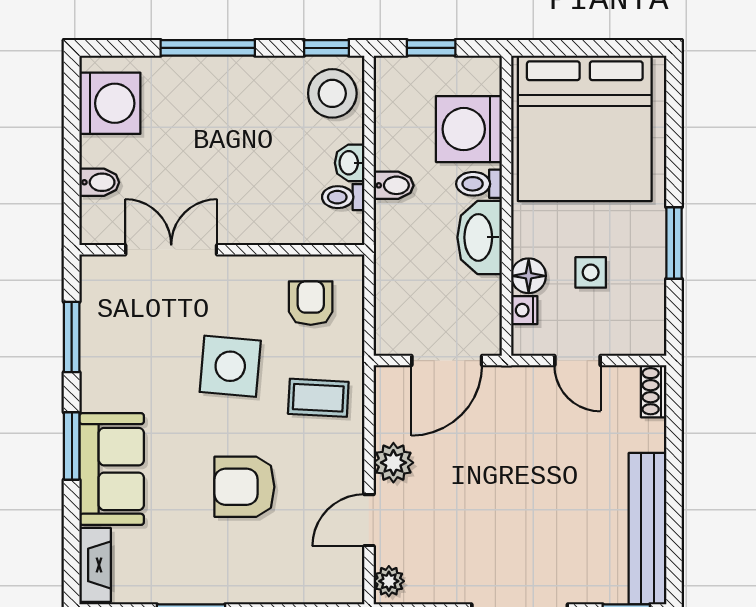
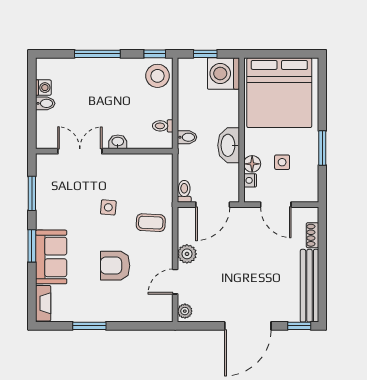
washing machine: (110, 103) -> (43, 88), width x0.53, depth x0.53
washing machine: (469, 129) -> (223, 73), moved
washbasin: (350, 163) -> (118, 142), moved, turned 90
bidet: (99, 182) -> (45, 103), moved
toilet: (479, 184) -> (184, 191), moved, turned 90
bidet: (394, 185) -> (187, 137), moved
armchair: (311, 303) -> (147, 177), removed
door: (577, 361) -> (276, 205), width x1.38
side table: (230, 366) -> (108, 207), width x0.54, depth x0.54
shoe rack: (654, 391) -> (312, 235), moved

